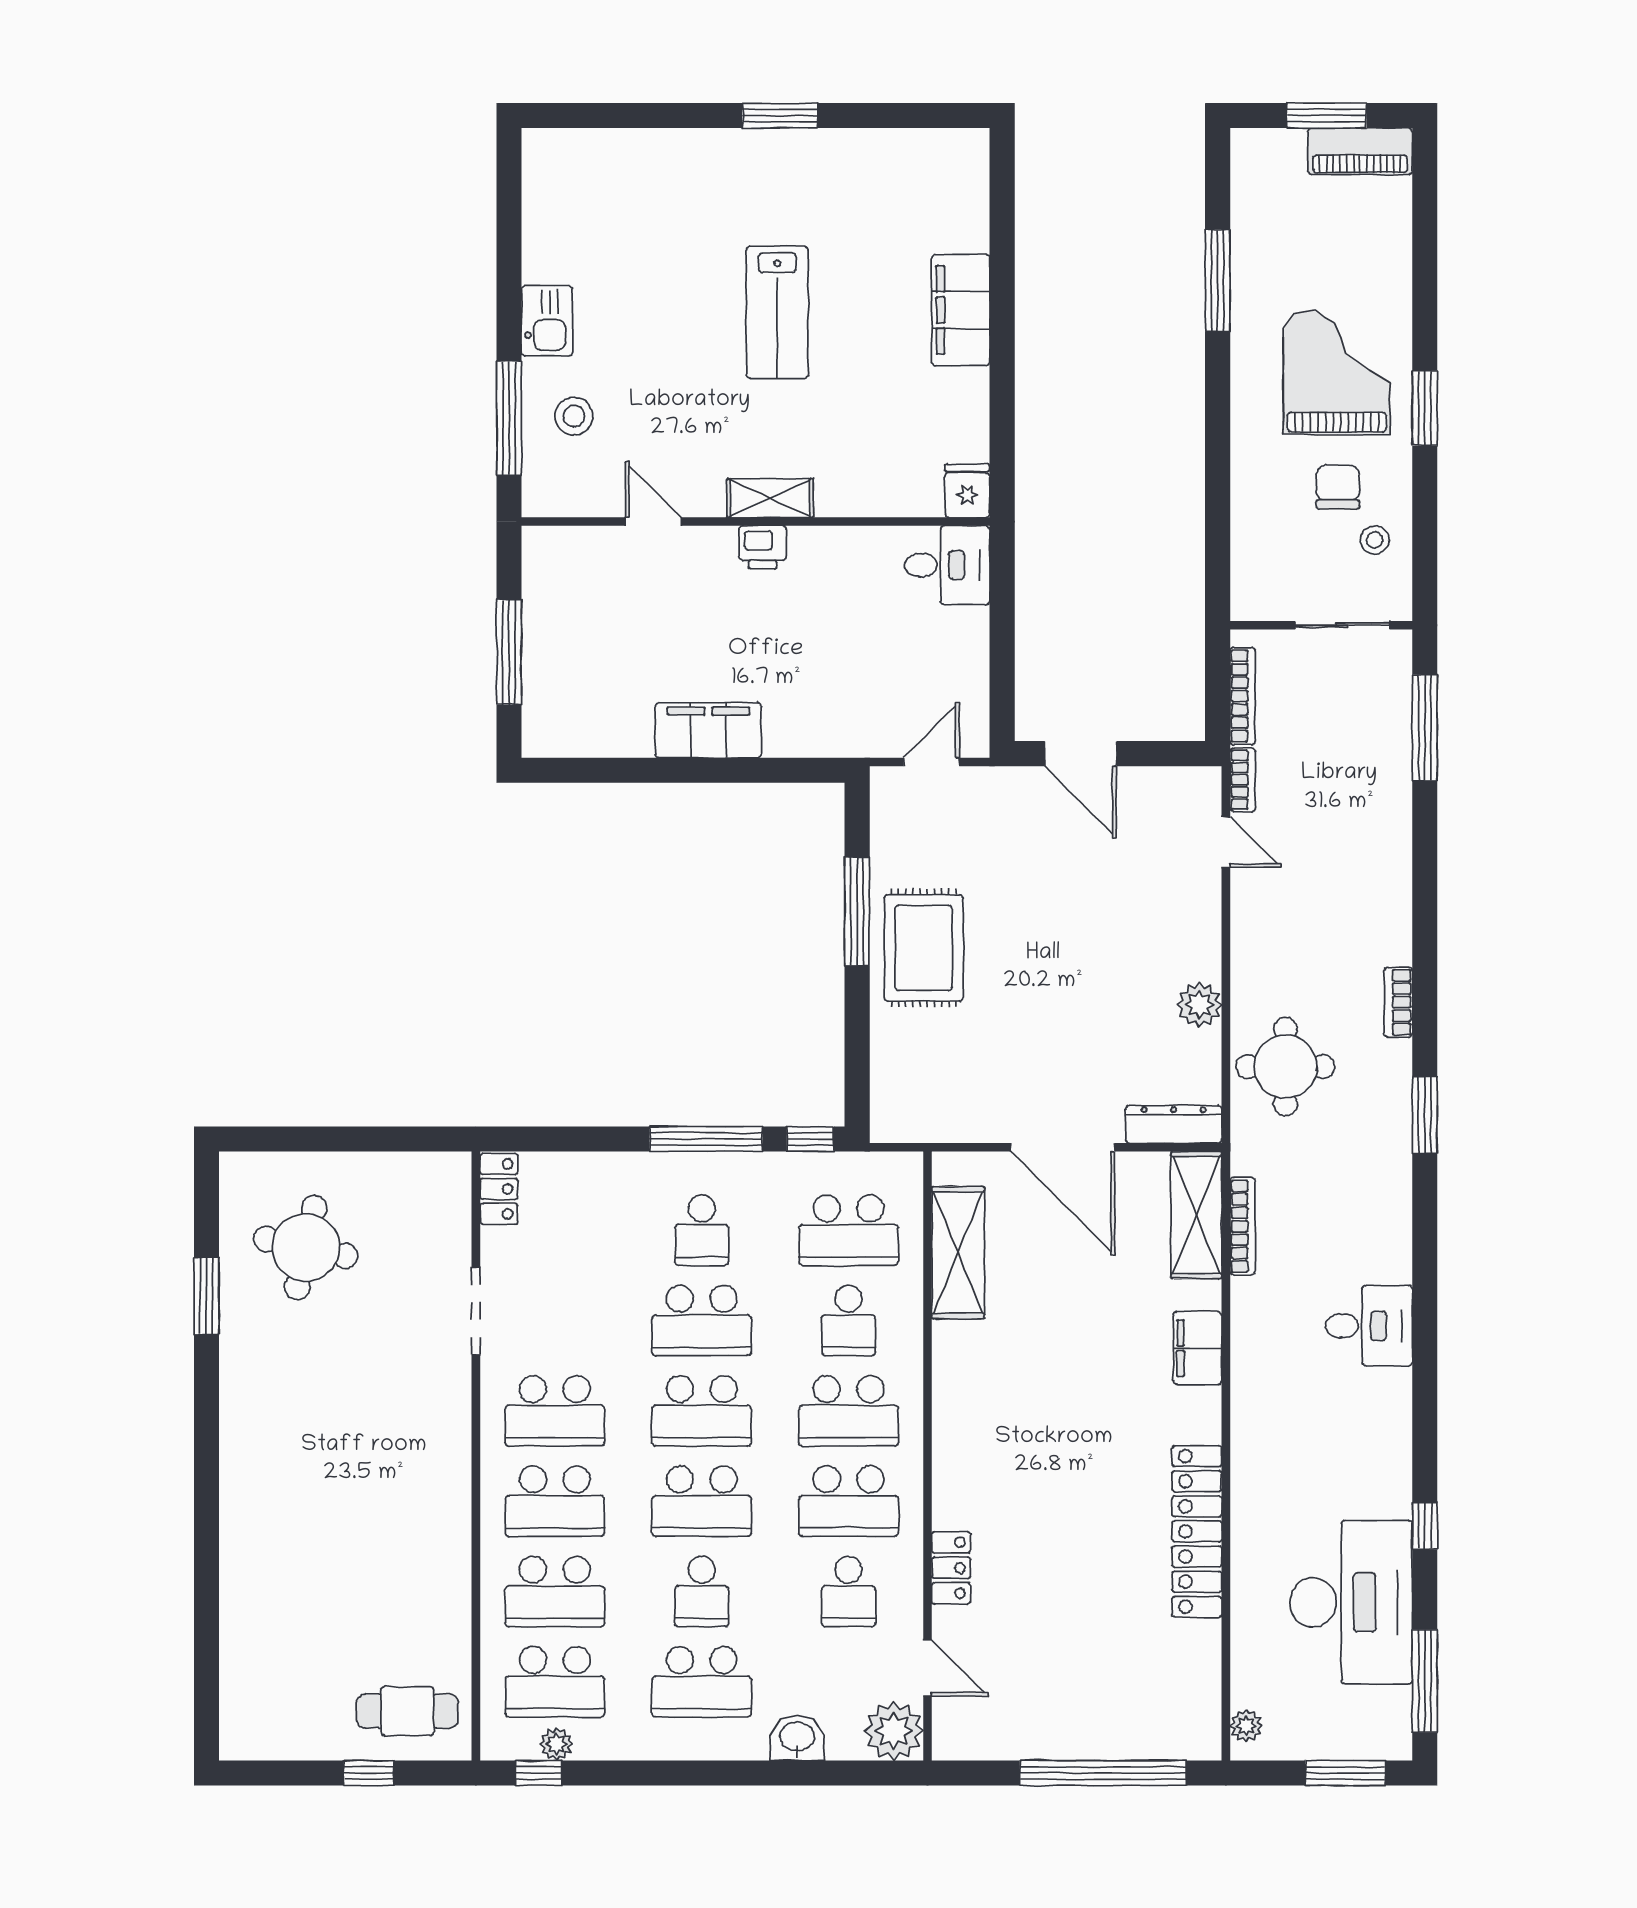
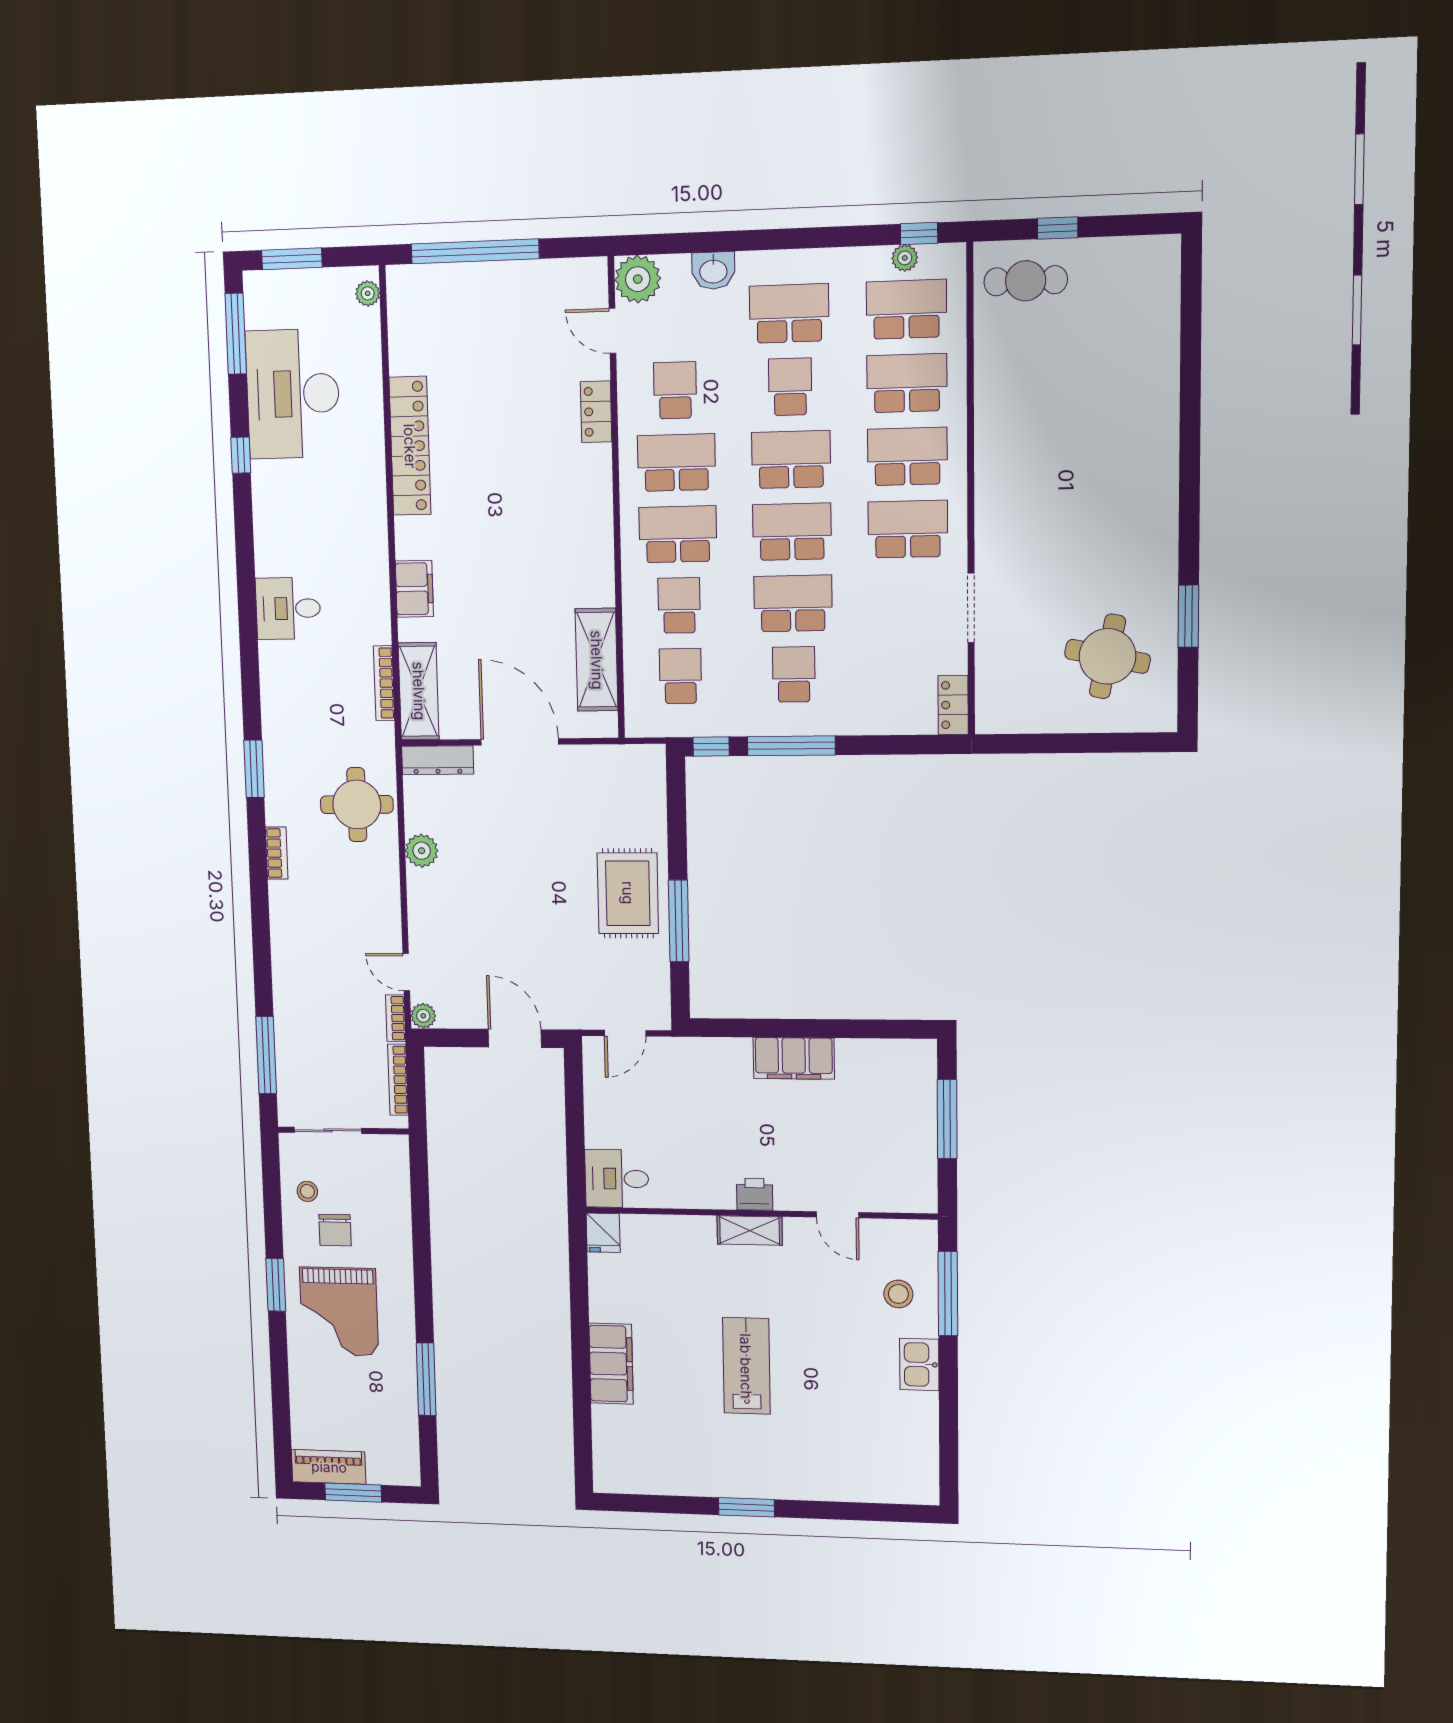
plant: (1205, 783) -> (423, 1016), added
school desk: (849, 1230) -> (680, 676), width x0.54

